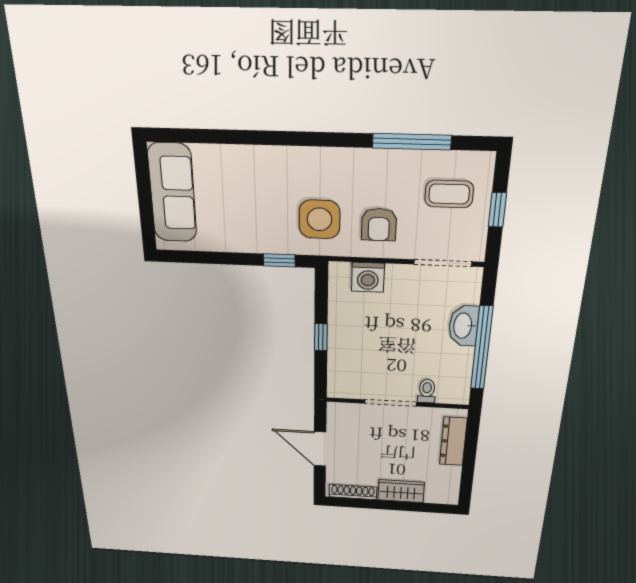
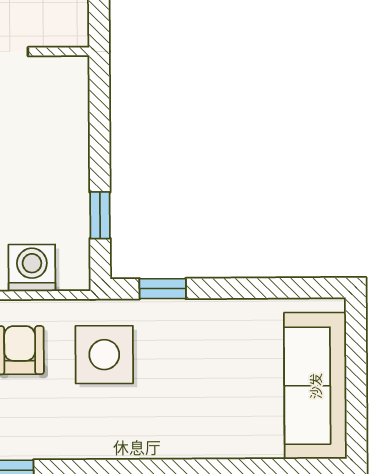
window: (321, 337) -> (100, 215), moved

